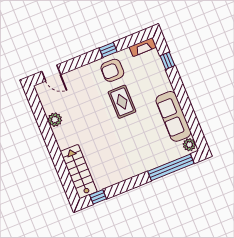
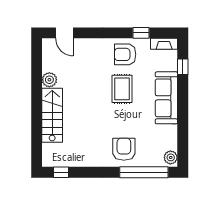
window: (108, 50) -> (141, 33), moved
sofa: (173, 116) -> (166, 98), moved
armchair: (145, 154) -> (124, 149), added
stairs: (79, 172) -> (52, 115), moved

